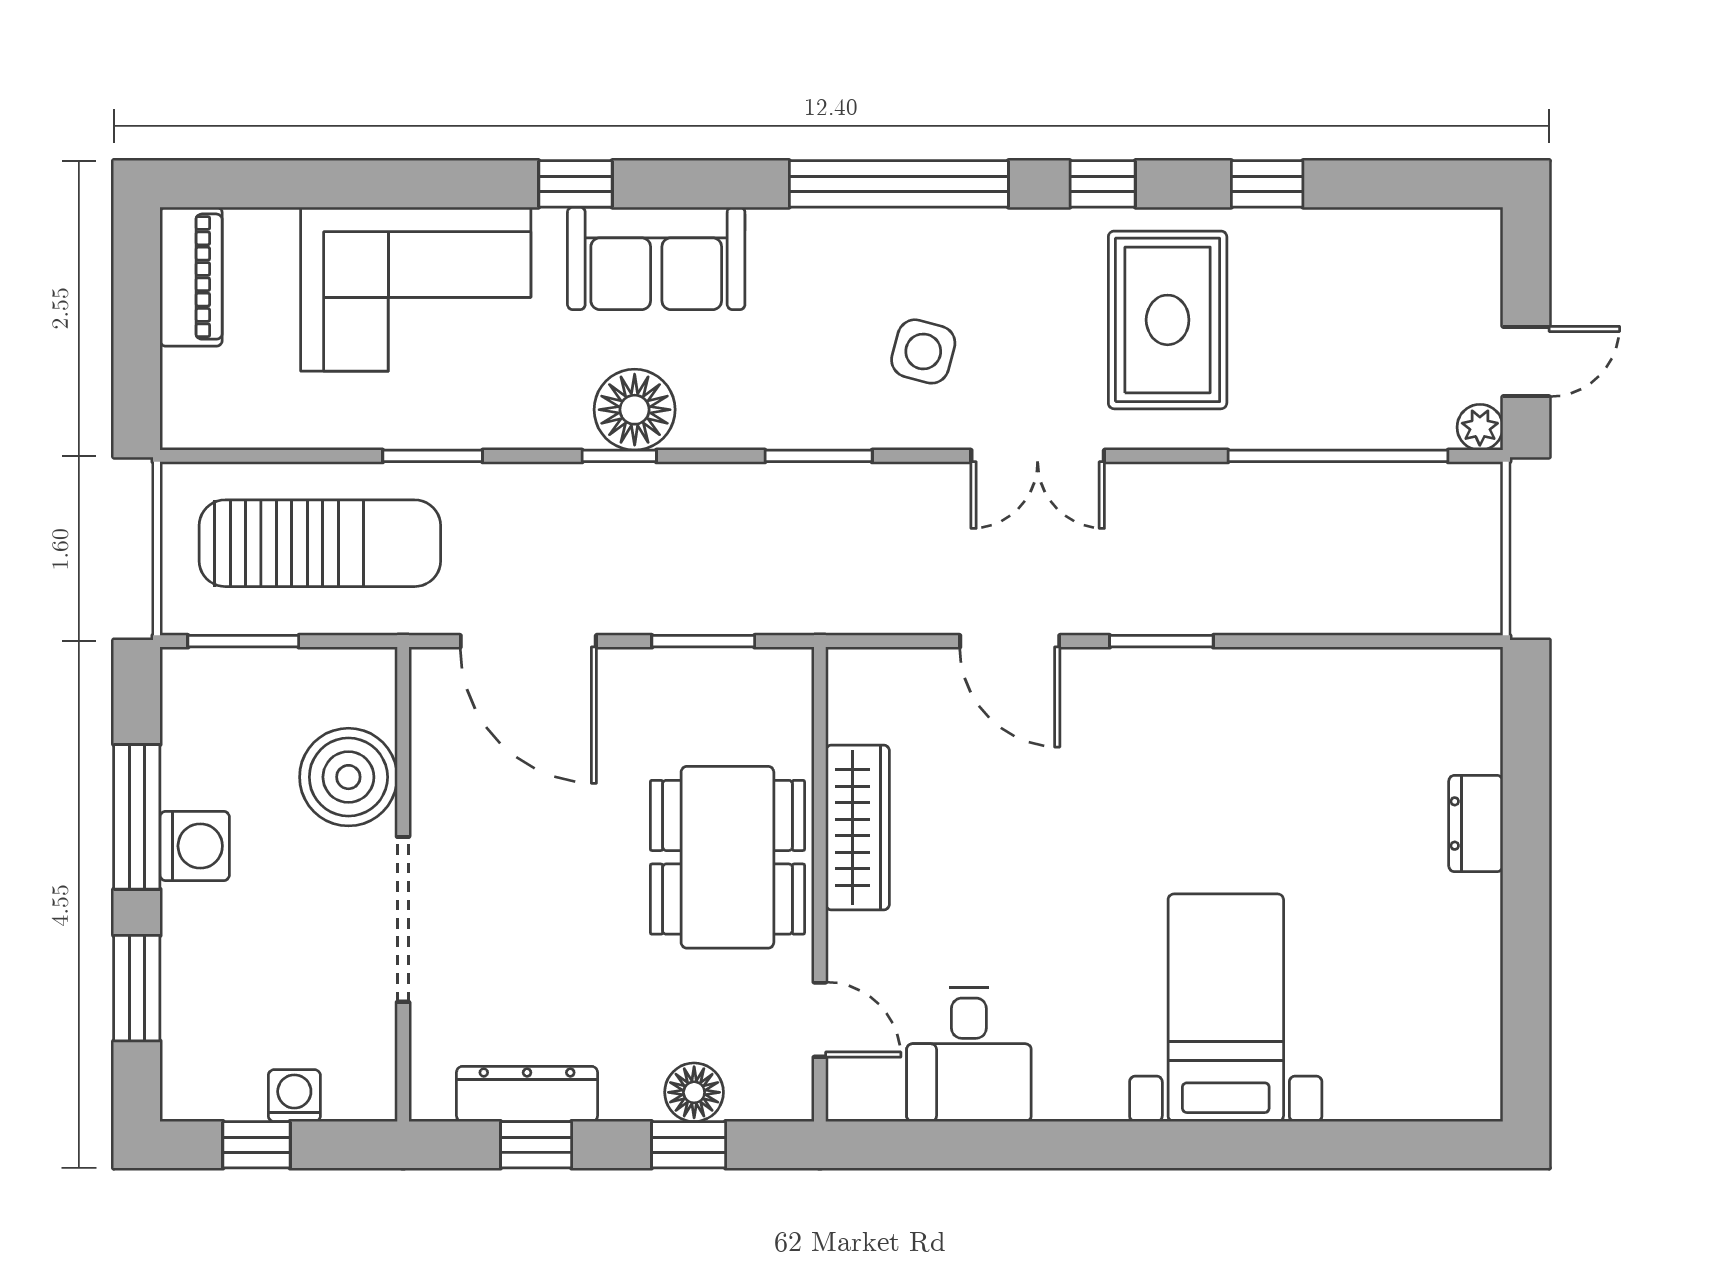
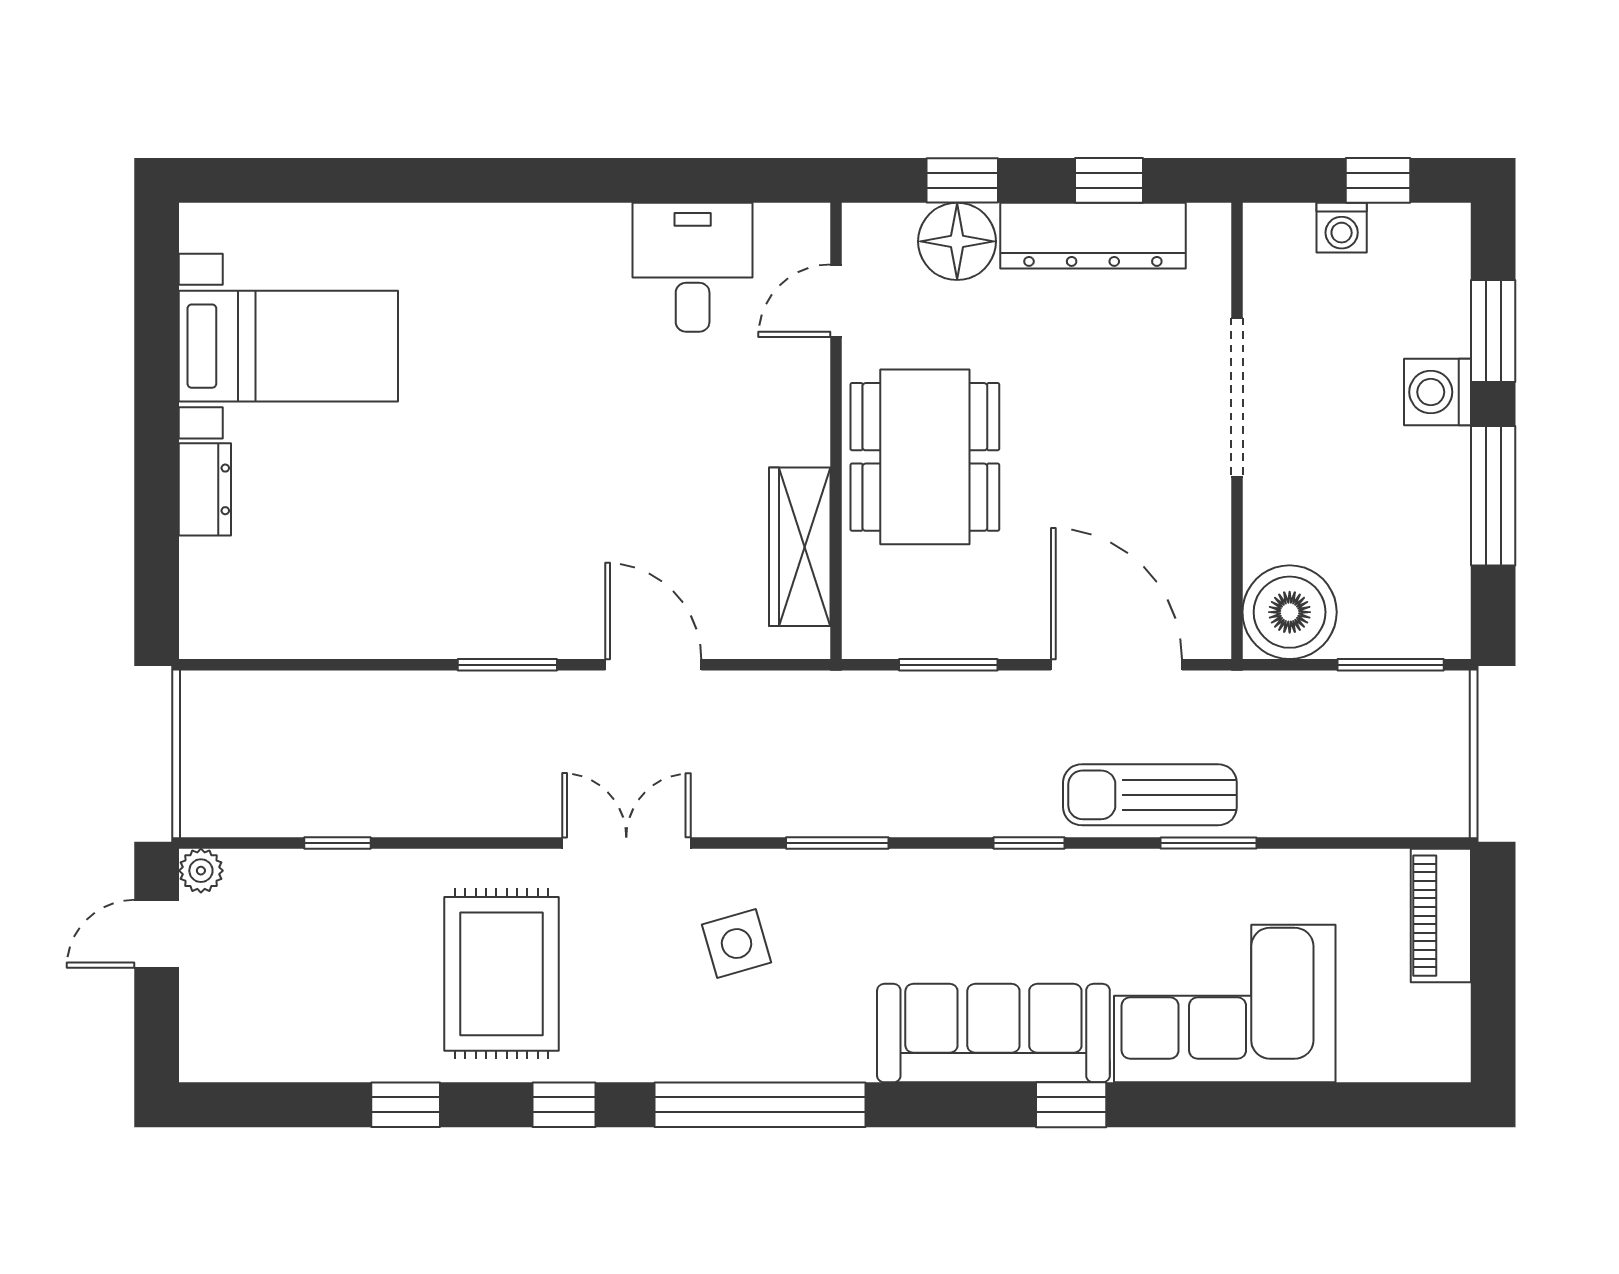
sofa: (656, 258) -> (993, 1033), width x1.36
piano: (191, 277) -> (1441, 916), moved
side table: (923, 351) -> (737, 944), turned -31
floor lamp: (635, 410) -> (1014, 888), removed
window: (1338, 456) -> (338, 843), width x0.32
sun lounger: (320, 543) -> (1150, 795), moved, width x0.73, depth x0.75
boiler: (348, 777) -> (1290, 612), moved
wardrobe: (858, 828) -> (800, 547), moved
washing machine: (195, 846) -> (1437, 392), moved
bed with nightstands: (1226, 1008) -> (288, 346), moved, turned -90
door: (820, 1020) -> (836, 301), hinge flipped
floor lamp: (694, 1092) -> (957, 241), width x1.38, depth x1.38
dresser: (527, 1094) -> (1093, 236), width x1.37, depth x1.24

